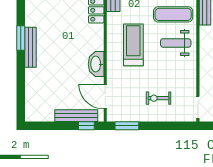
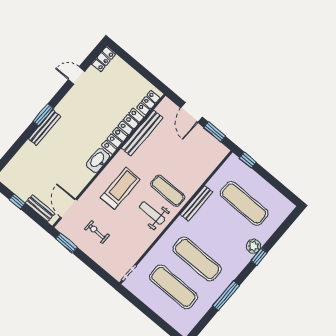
washbasin: (96, 64) -> (98, 160), moved
exercise bike: (159, 98) -> (97, 232), moved
bench: (76, 116) -> (40, 208), width x0.73
window: (86, 126) -> (17, 201), moved

